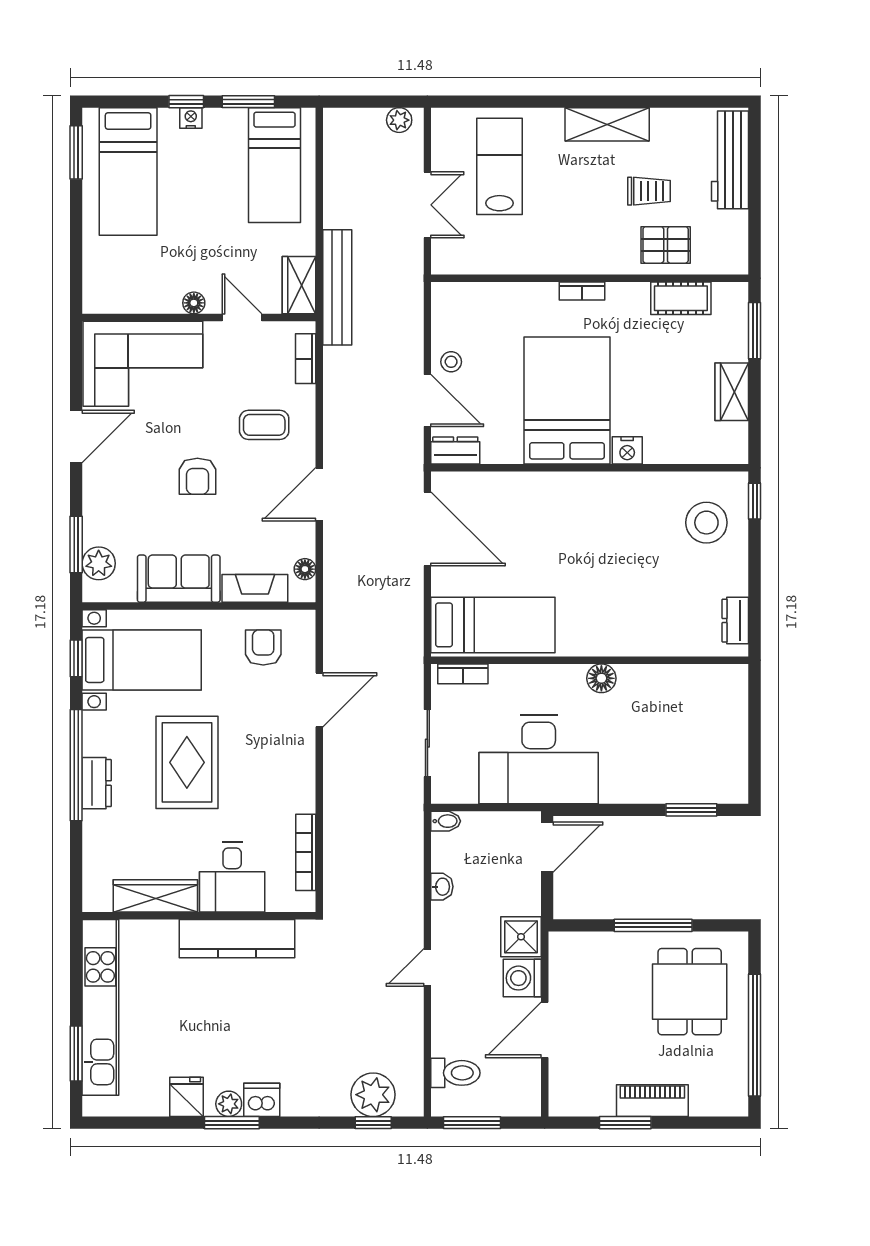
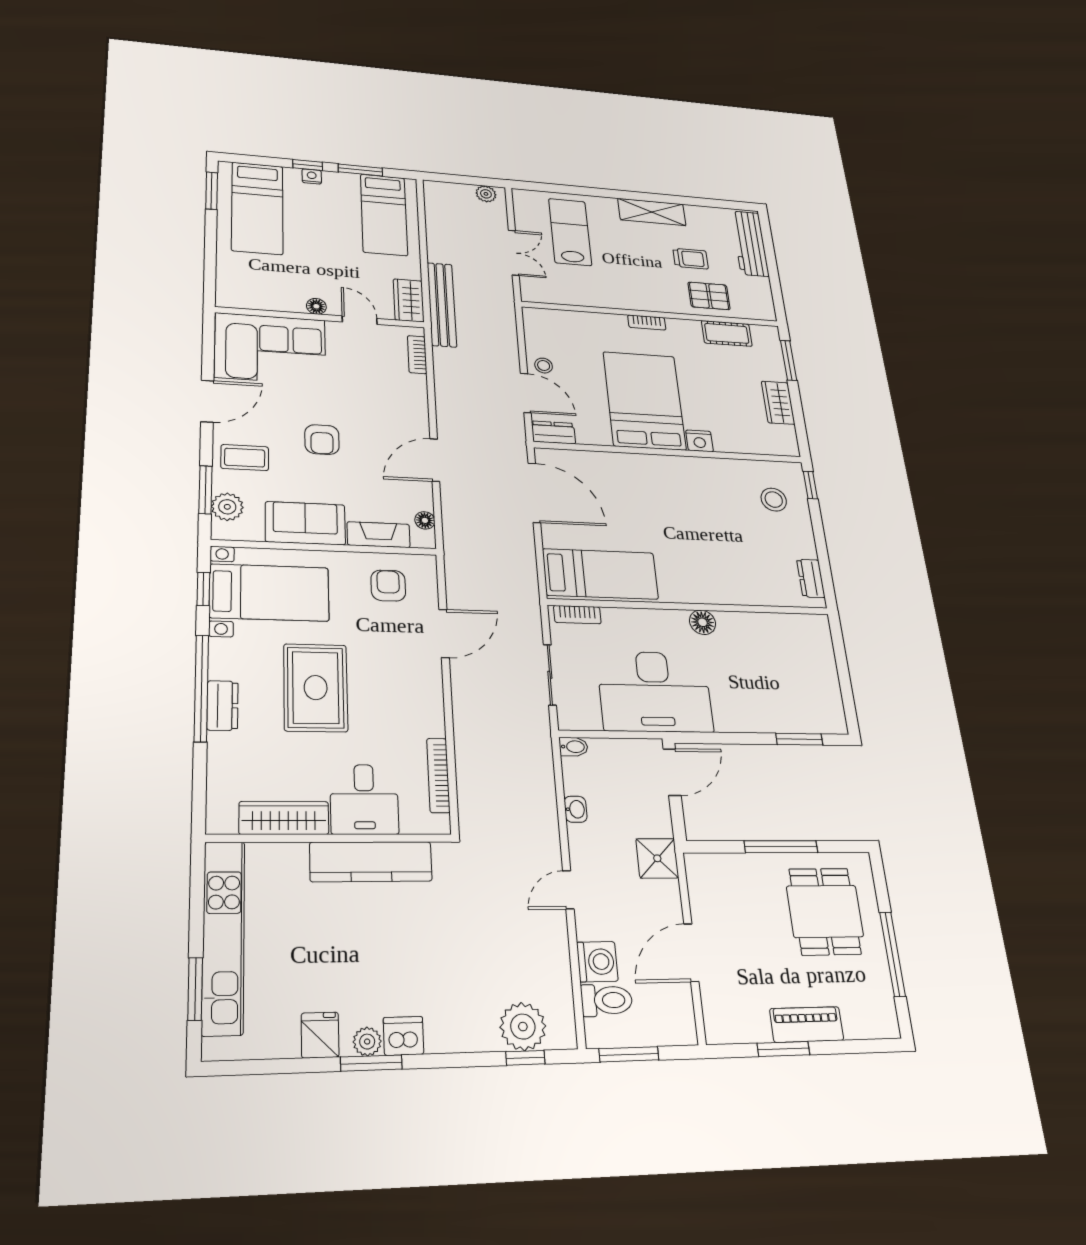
coffee table: (264, 425) -> (245, 458), moved
stool: (706, 523) -> (774, 500), width x0.73, depth x0.73
washing machine: (522, 978) -> (597, 962), moved, turned 180
window: (755, 1035) -> (893, 954), width x0.68

